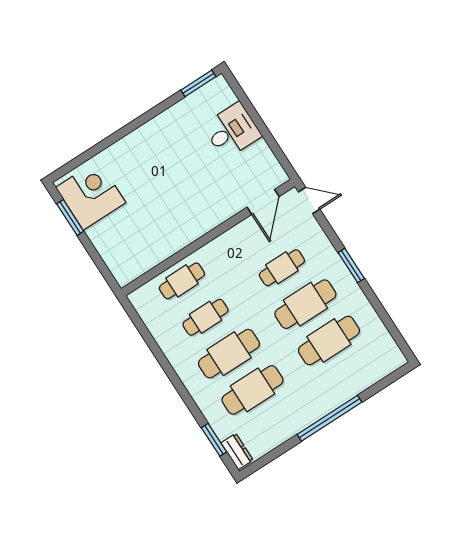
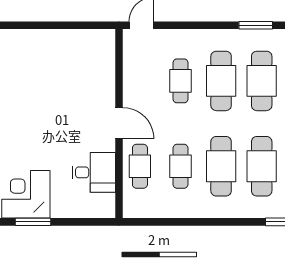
desk: (232, 131) -> (94, 172), moved, turned 90
door: (263, 202) -> (119, 123), moved
window: (351, 266) -> (256, 25), moved

